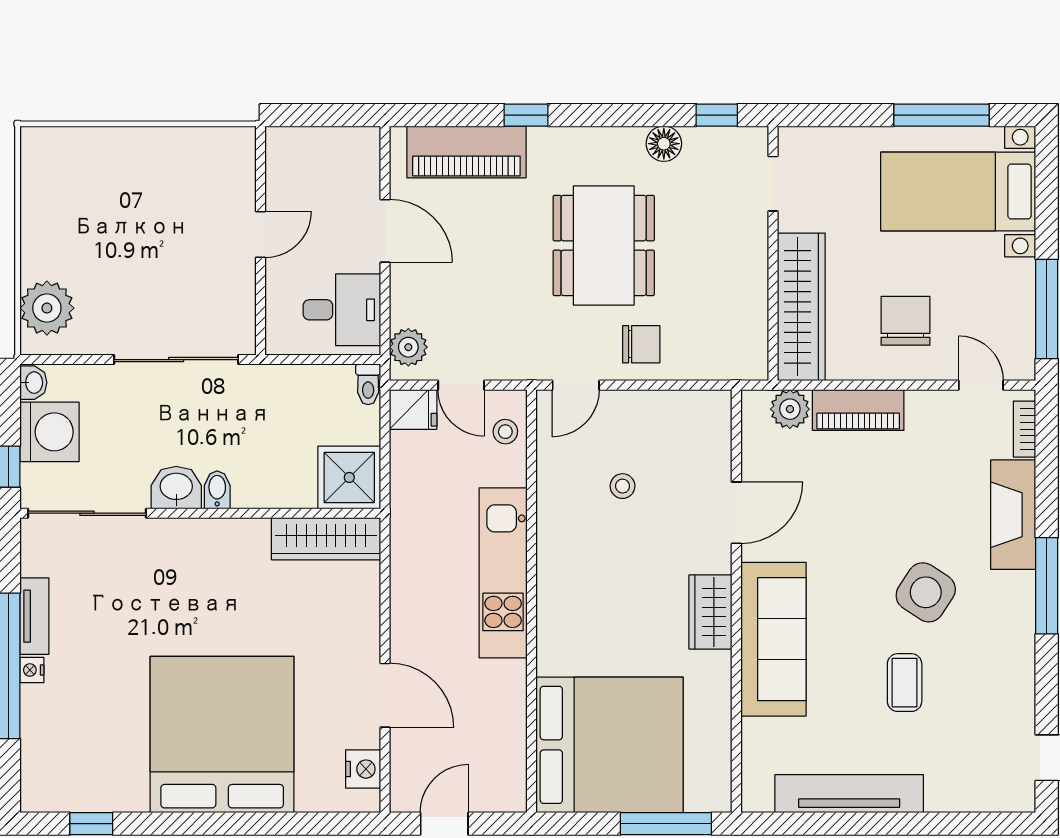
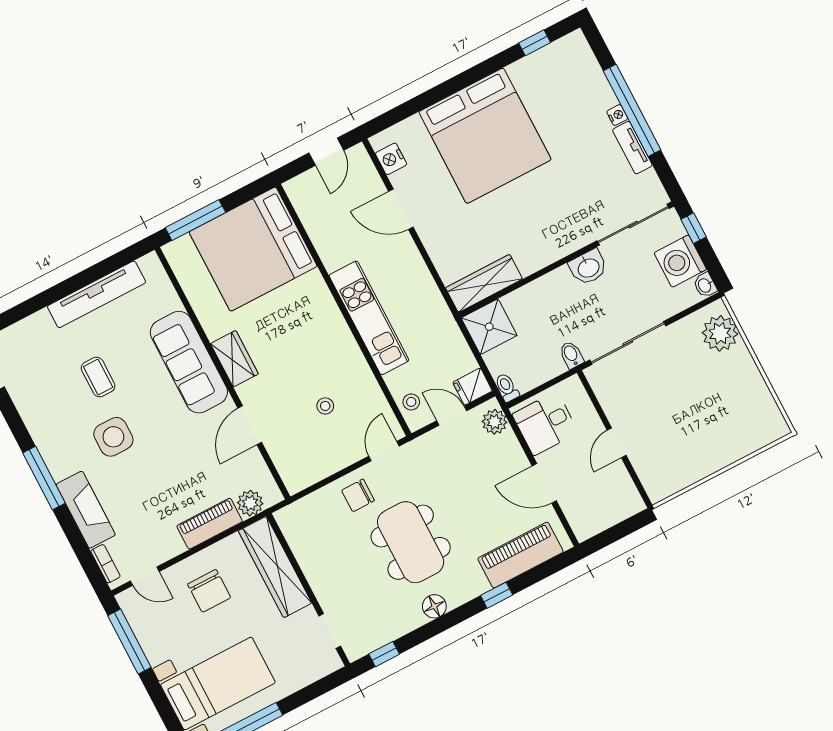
floor lamp: (664, 144) -> (434, 606), moved
bidet: (217, 490) -> (571, 355), moved, turned 180
side table: (926, 592) -> (113, 437), turned -33

